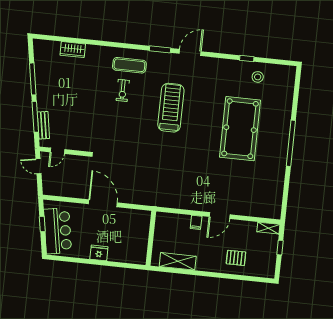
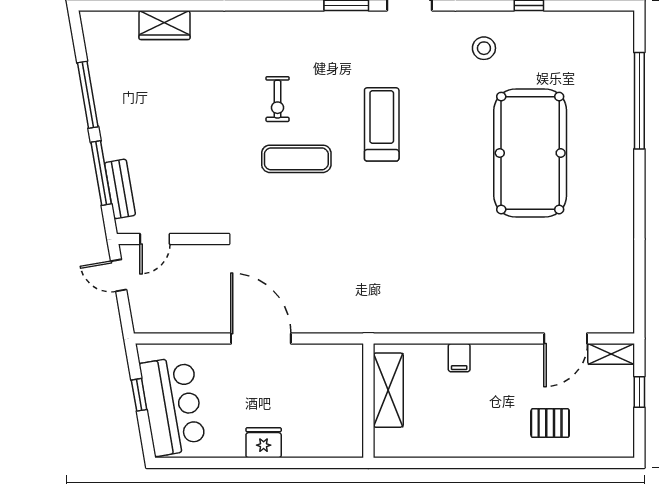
exercise mat: (129, 65) -> (296, 159), moved
stool: (258, 77) -> (484, 48), moved
treadmill: (171, 108) -> (382, 124), width x0.73, depth x0.73
window: (291, 143) -> (639, 101), moved
door: (220, 216) -> (566, 338), moved
shelving: (178, 261) -> (388, 390), moved, turned 90

